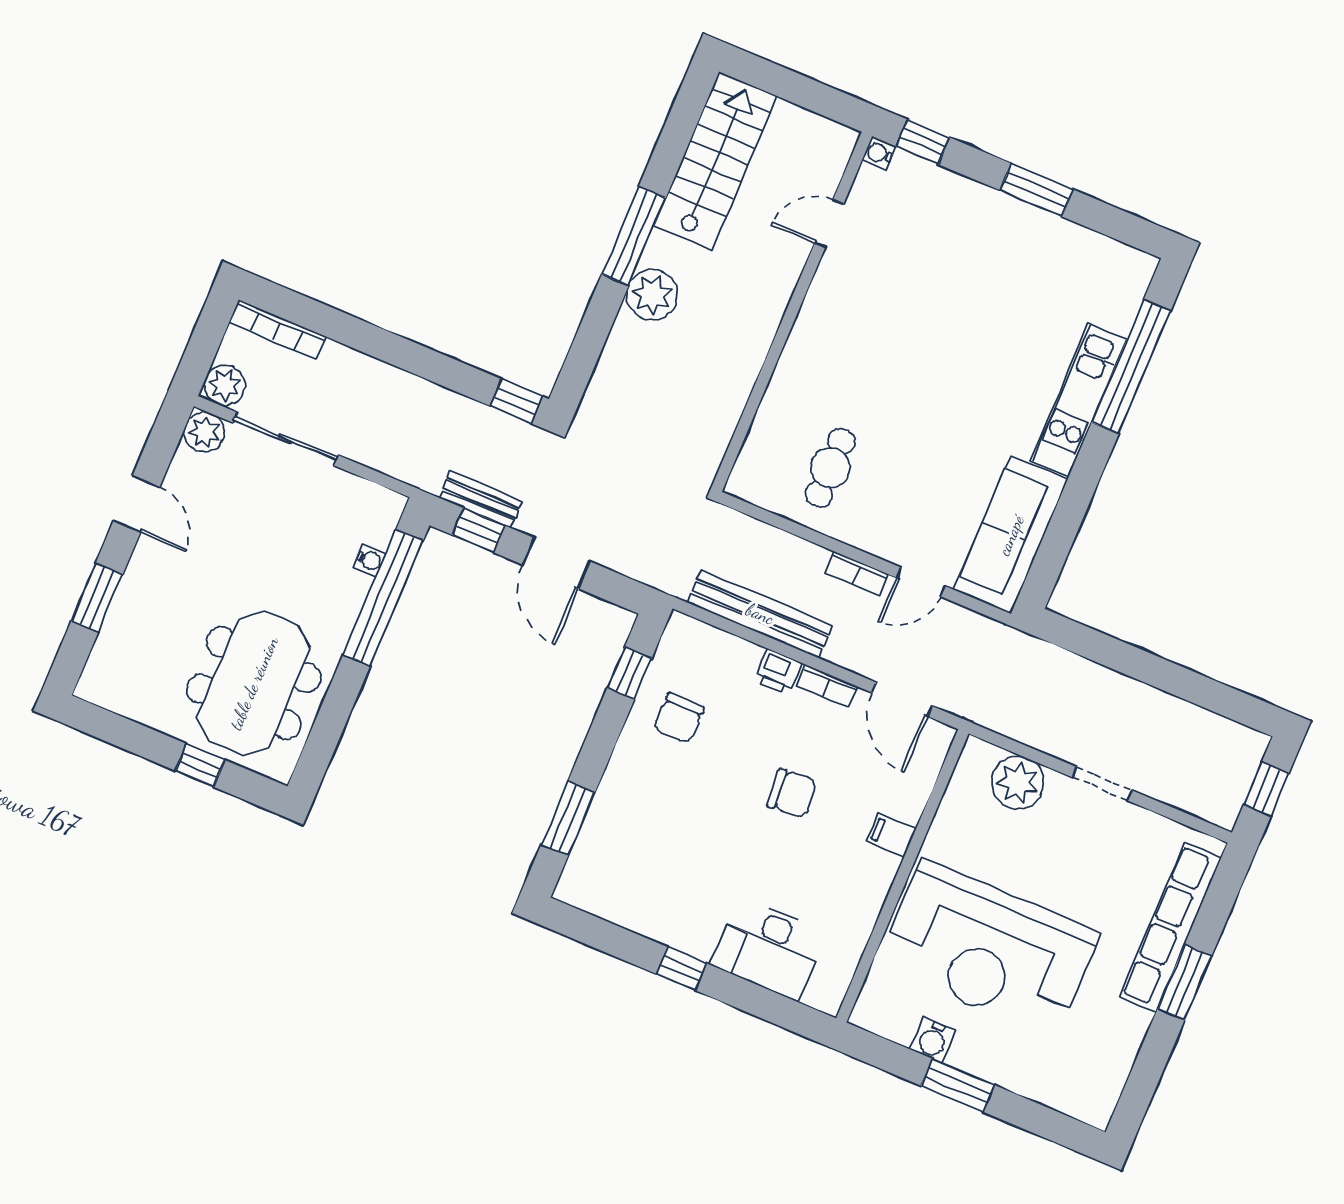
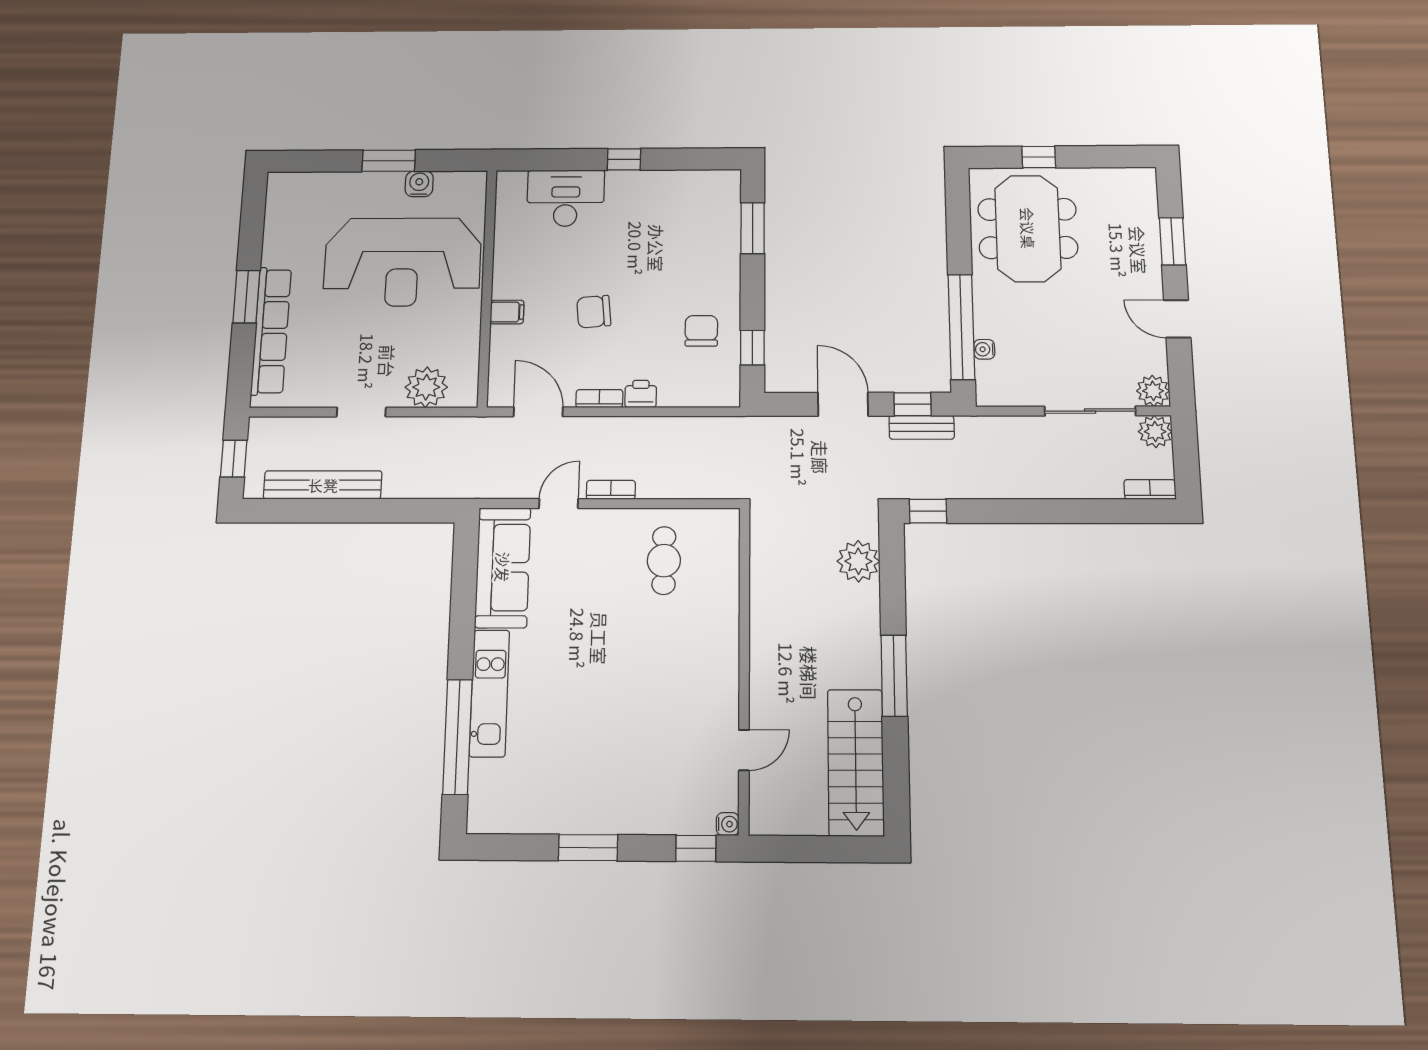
plant: (652, 295) -> (858, 561), moved
bookcase: (278, 329) -> (1150, 489), width x0.64
bench: (760, 614) -> (323, 485), moved
reception desk: (988, 949) -> (402, 262), turned 180

